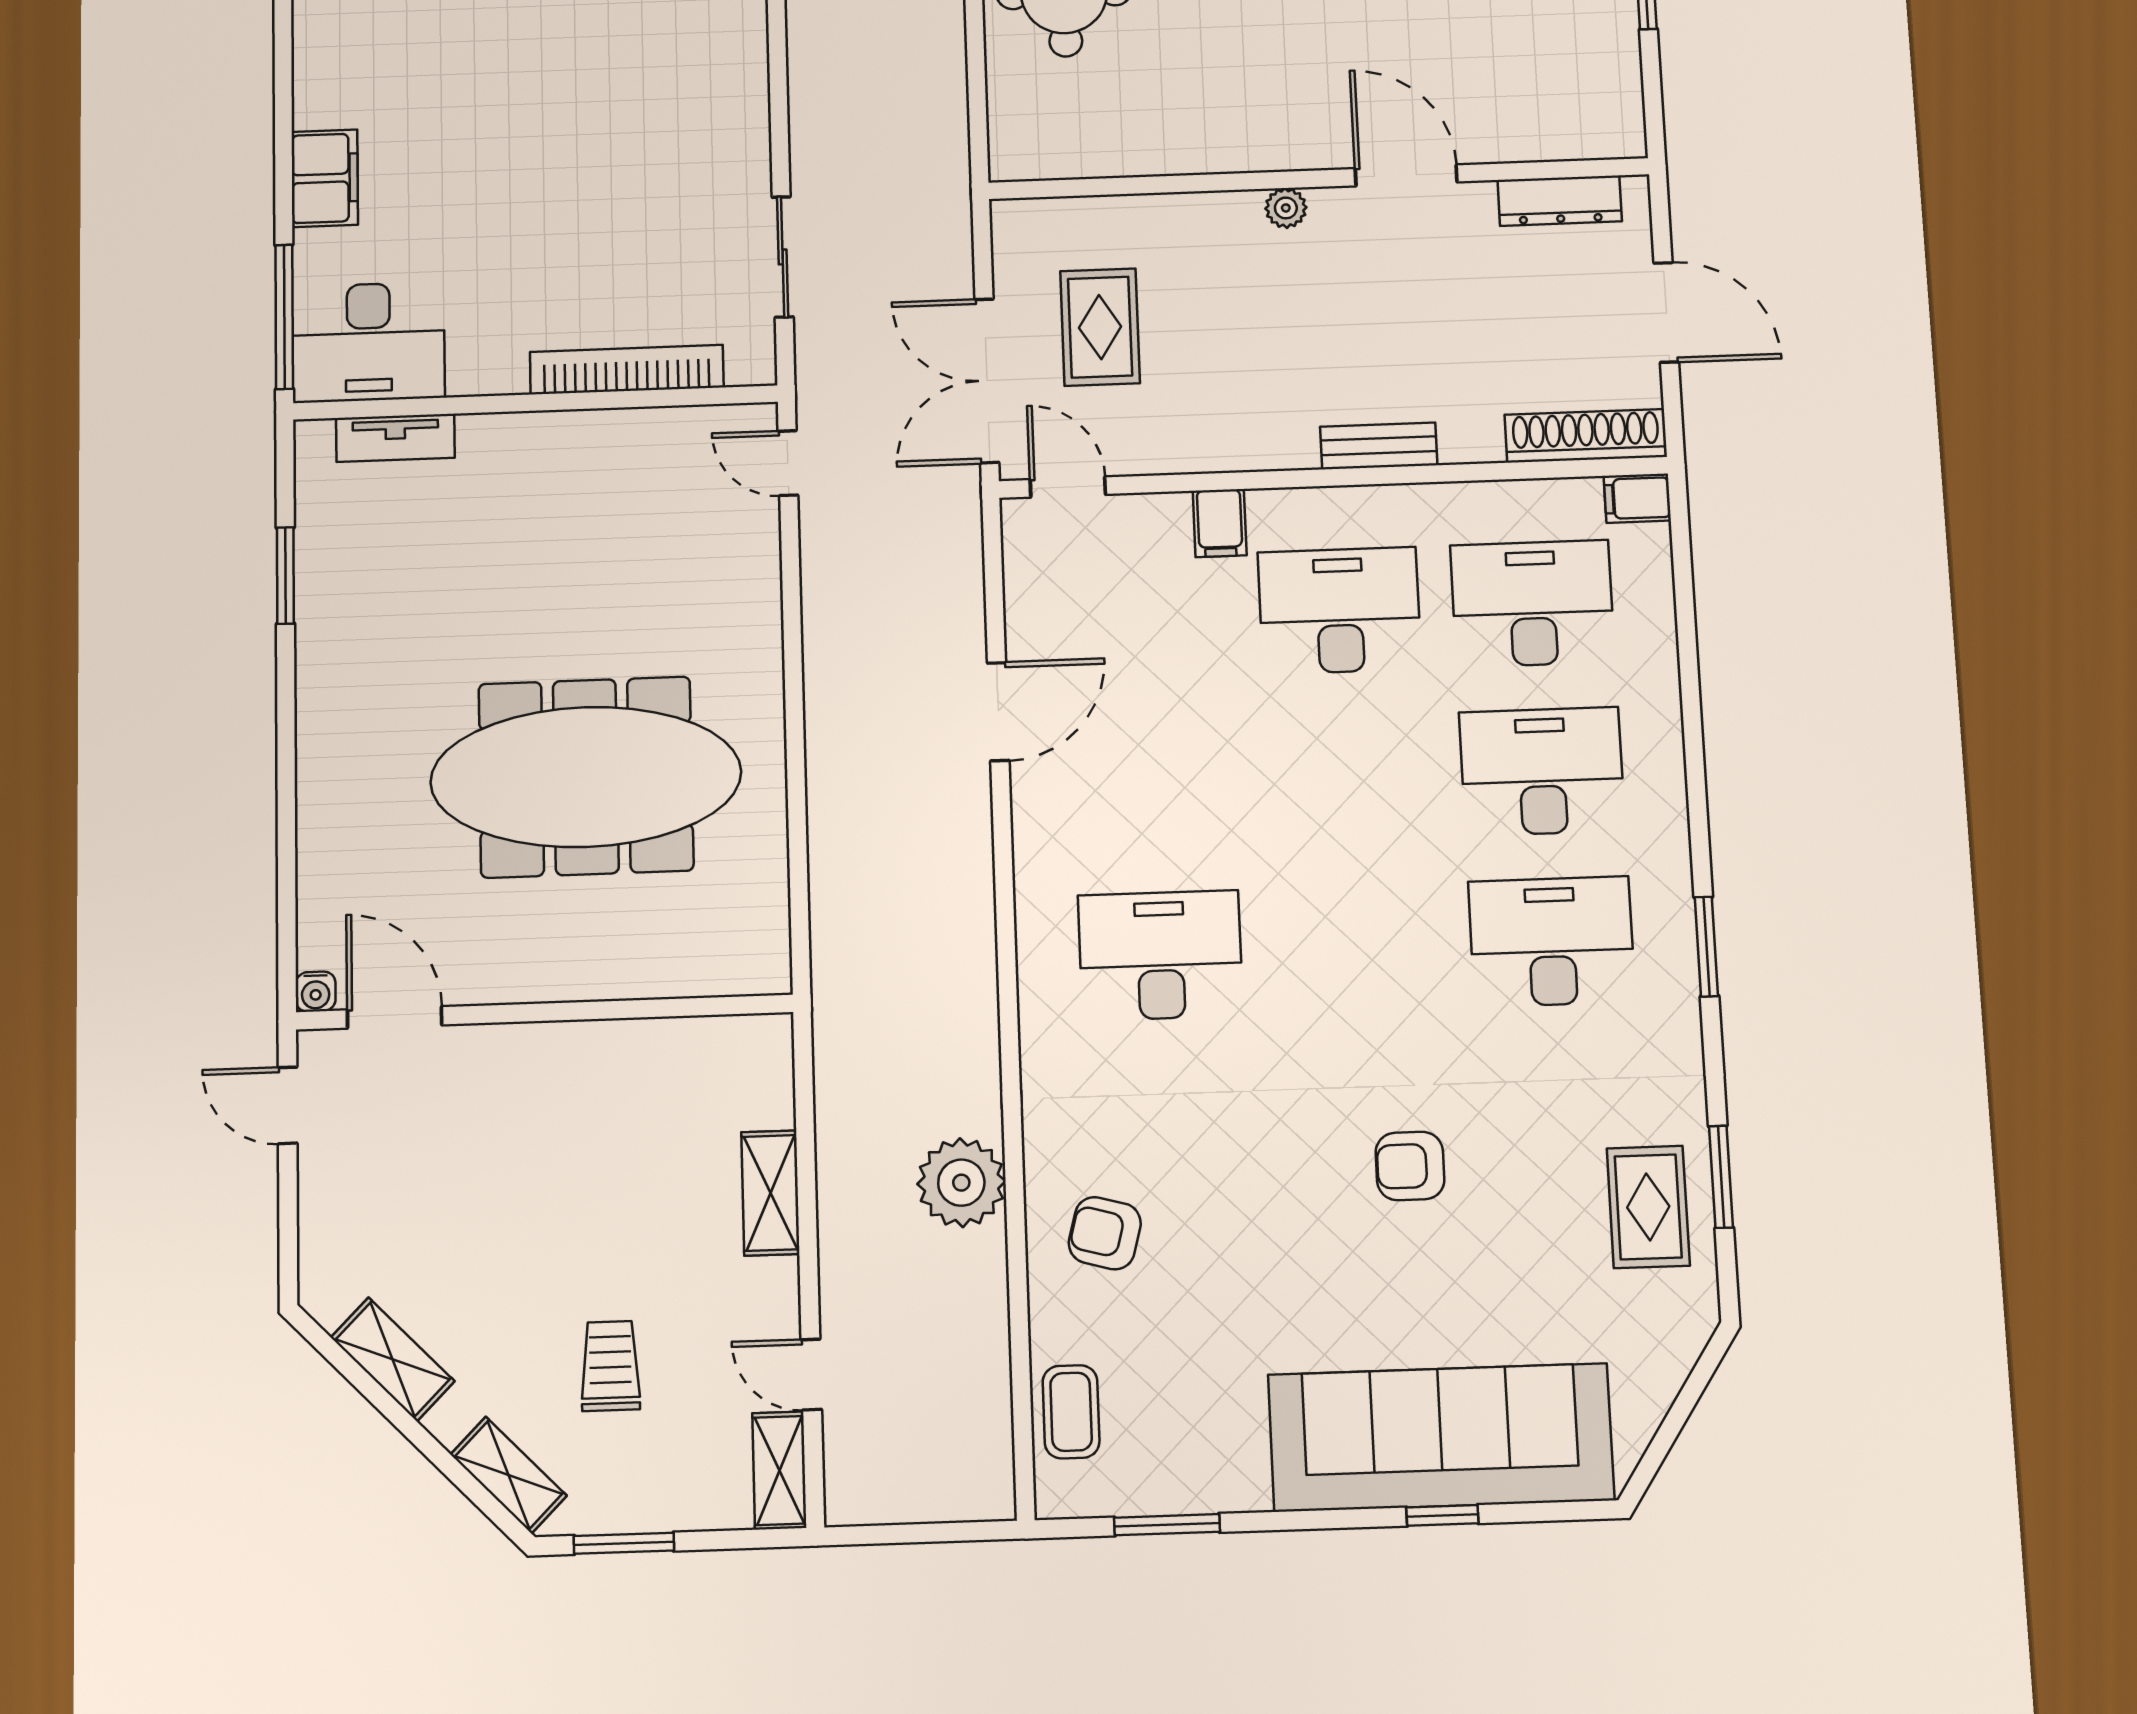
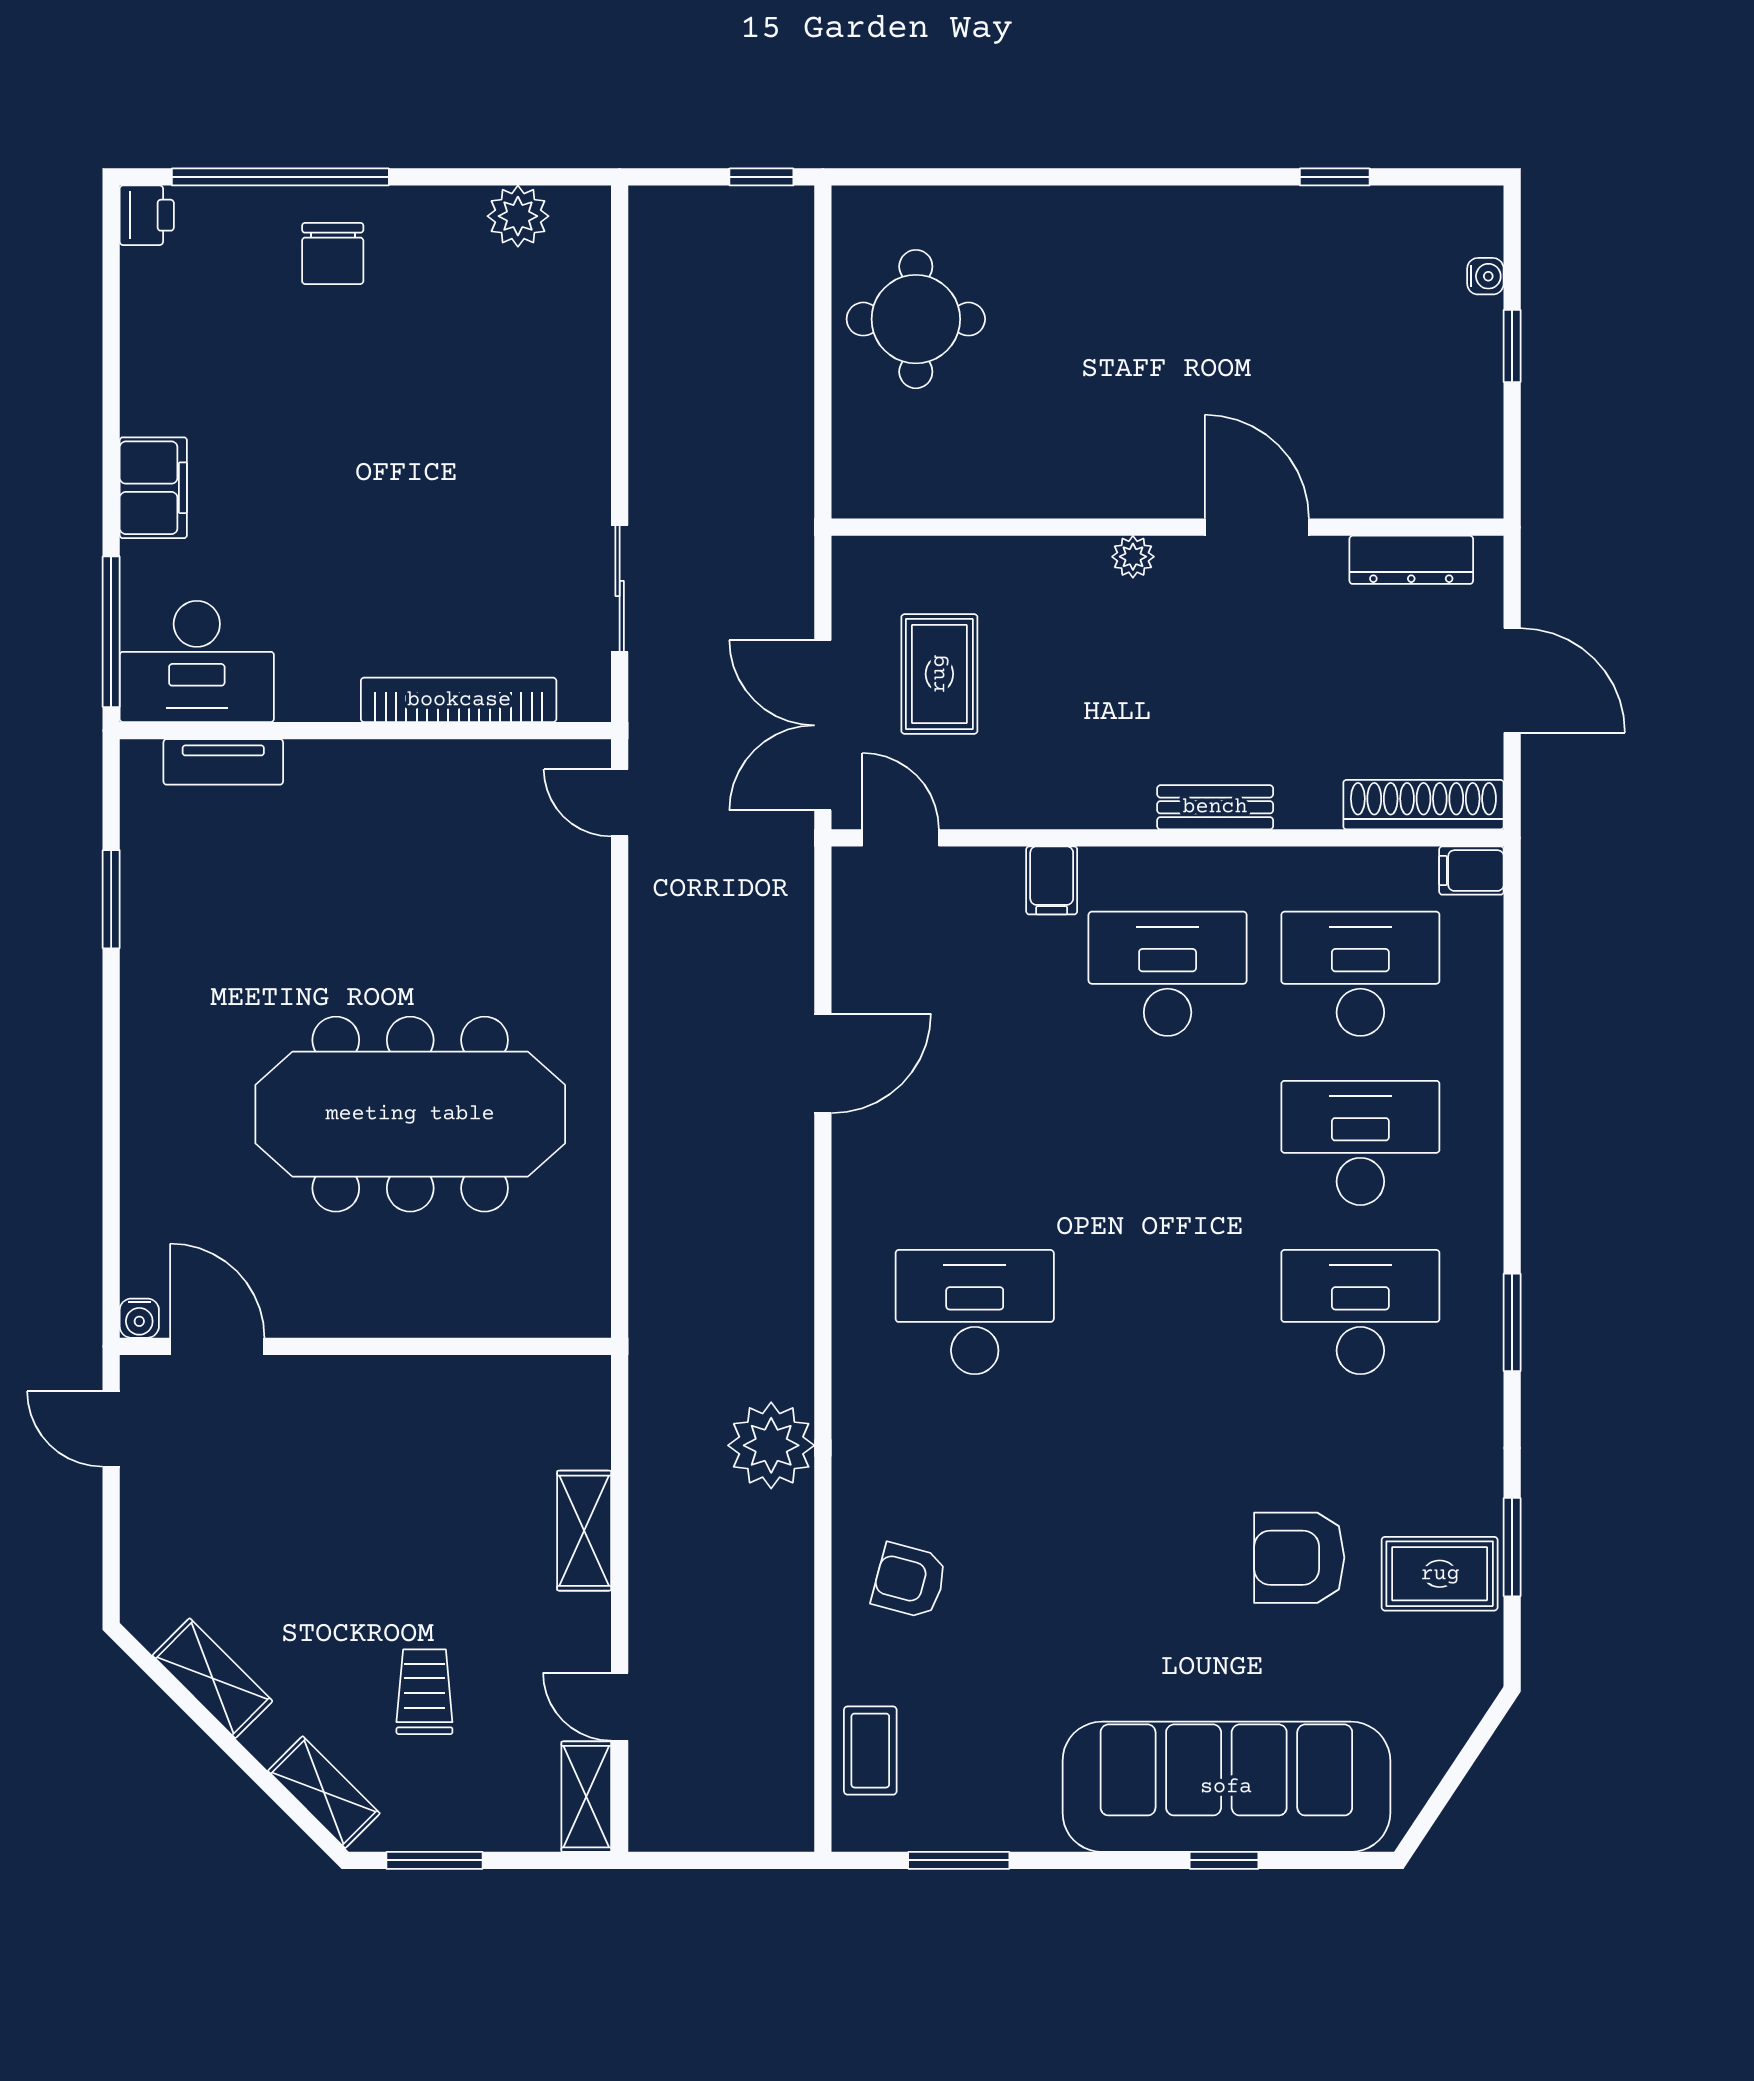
armchair: (1410, 1166) -> (1299, 1558), moved, width x1.38, depth x1.38
plant: (961, 1183) -> (771, 1445), moved
rug: (1648, 1207) -> (1440, 1574), turned 90

